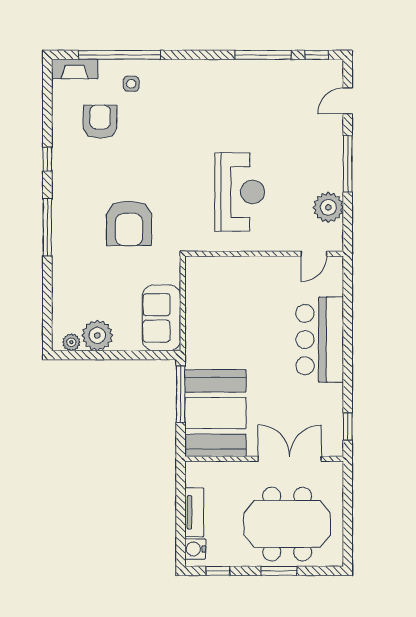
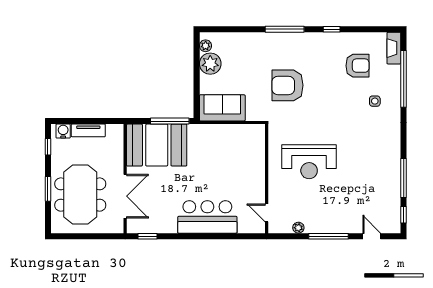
side table: (131, 84) -> (375, 101), moved
plant: (328, 207) -> (298, 228), width x0.53, depth x0.53

